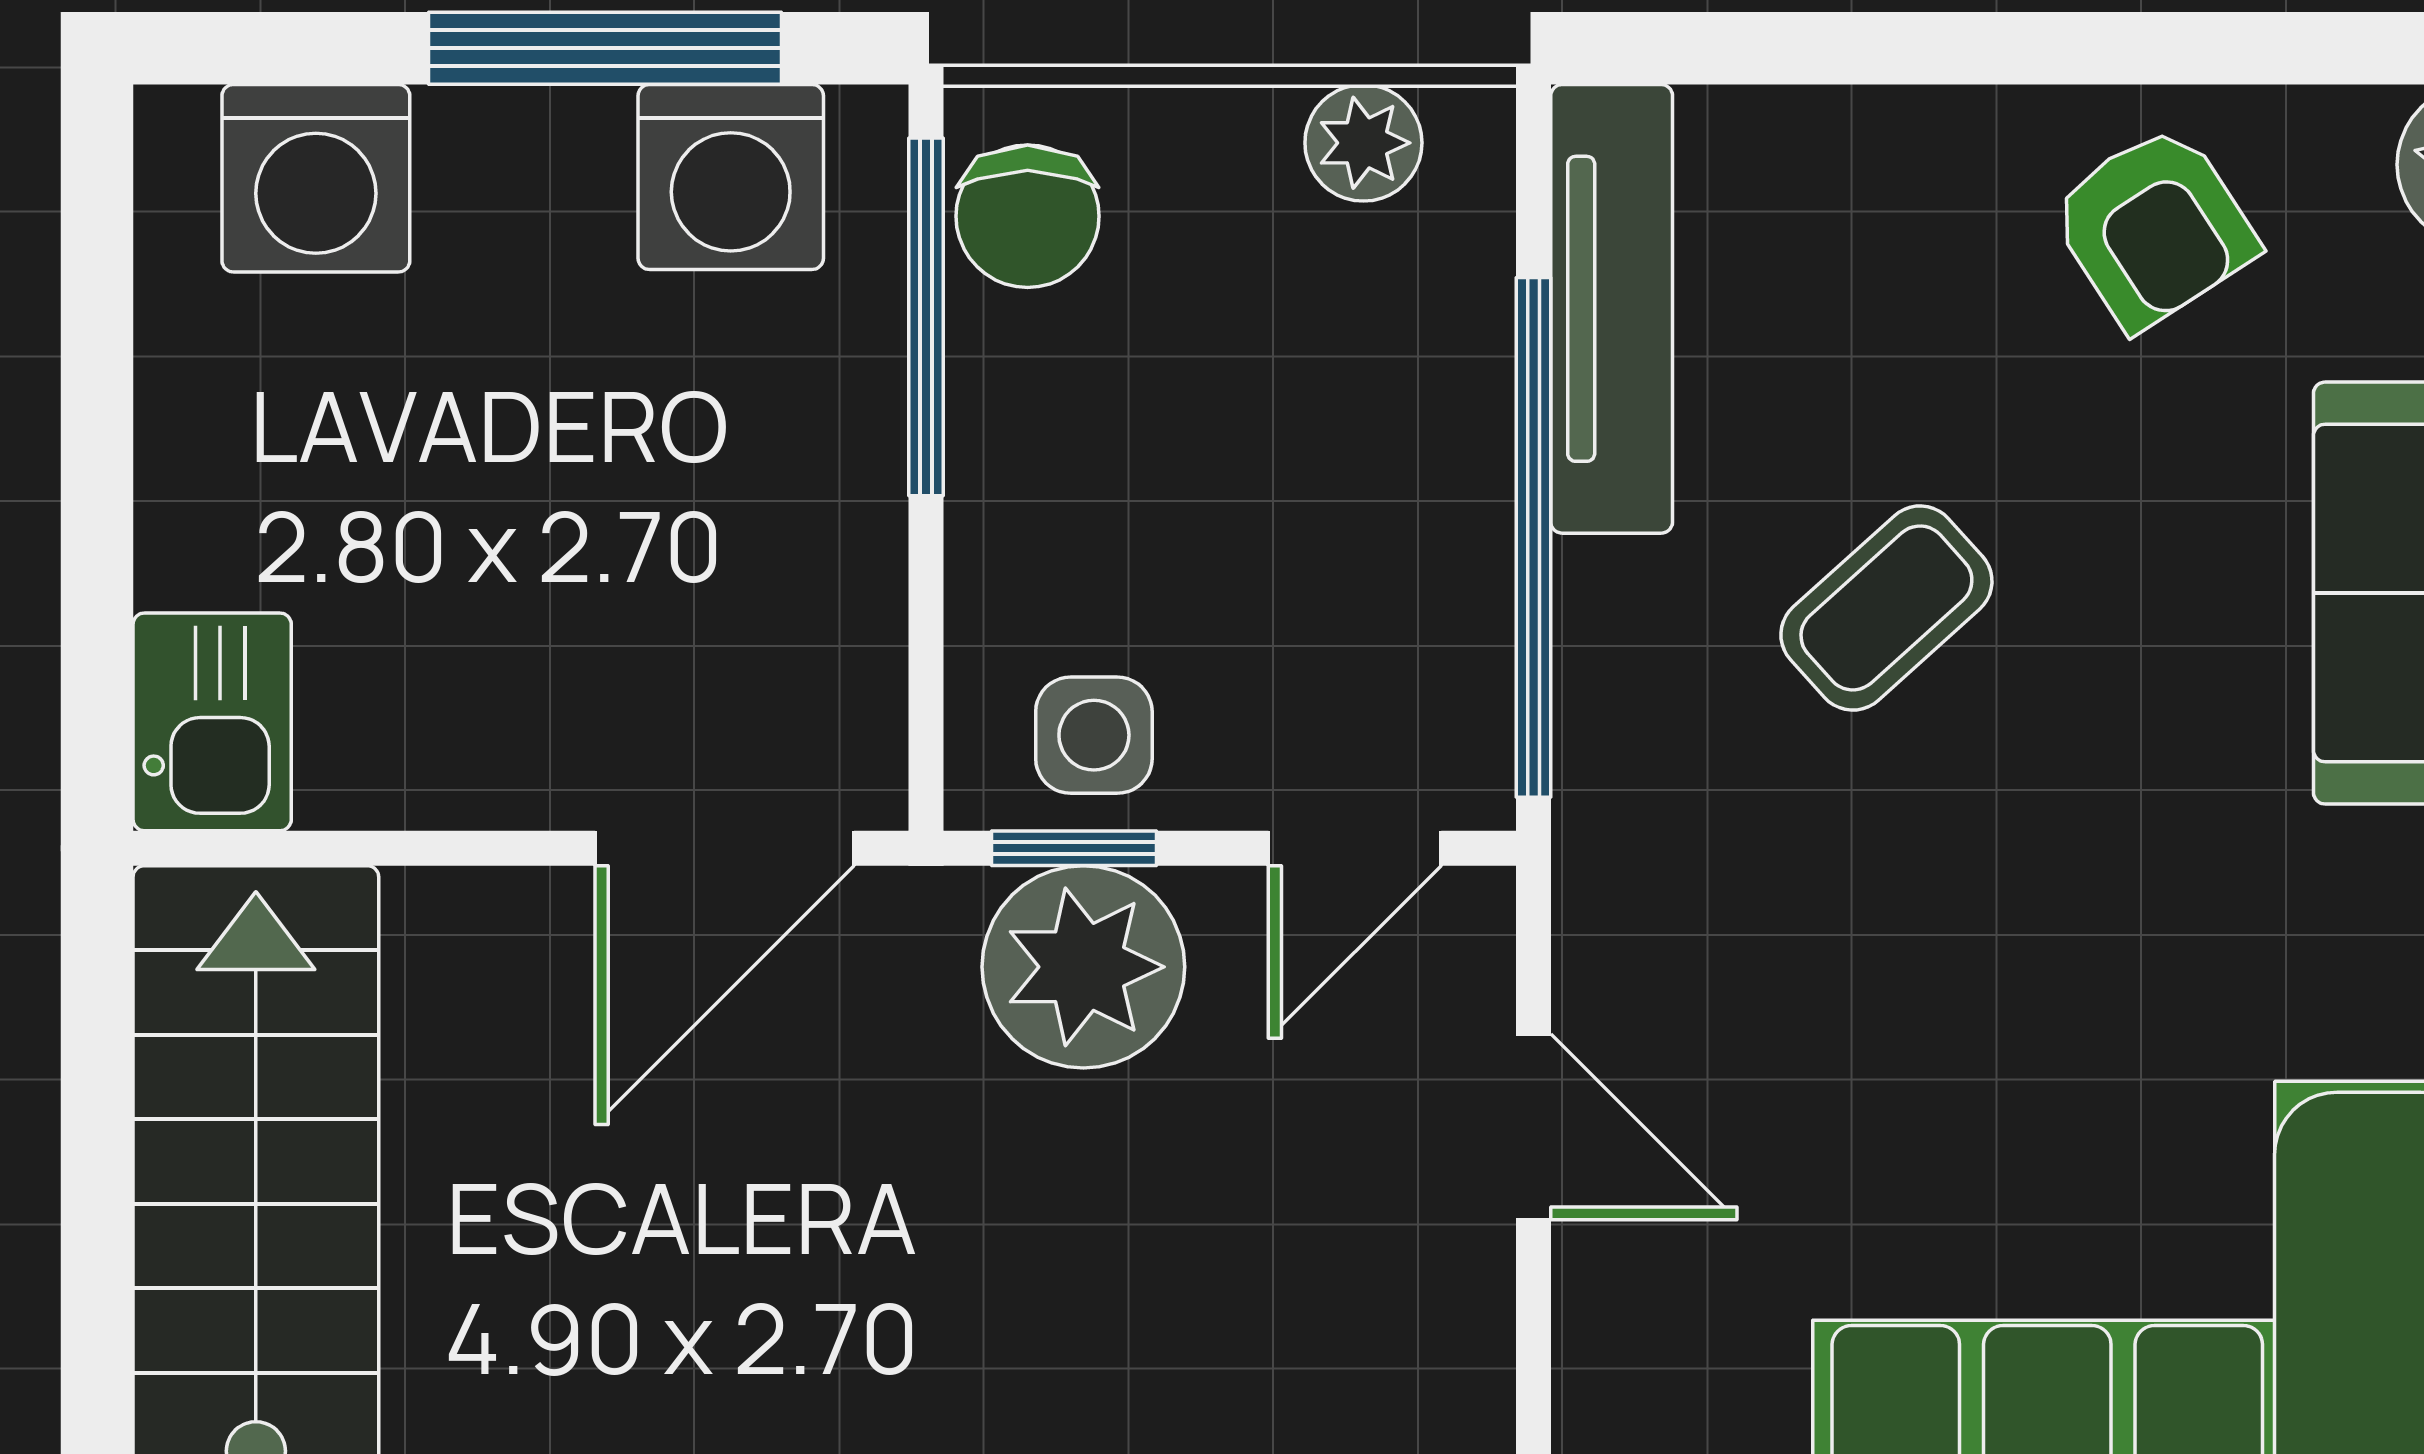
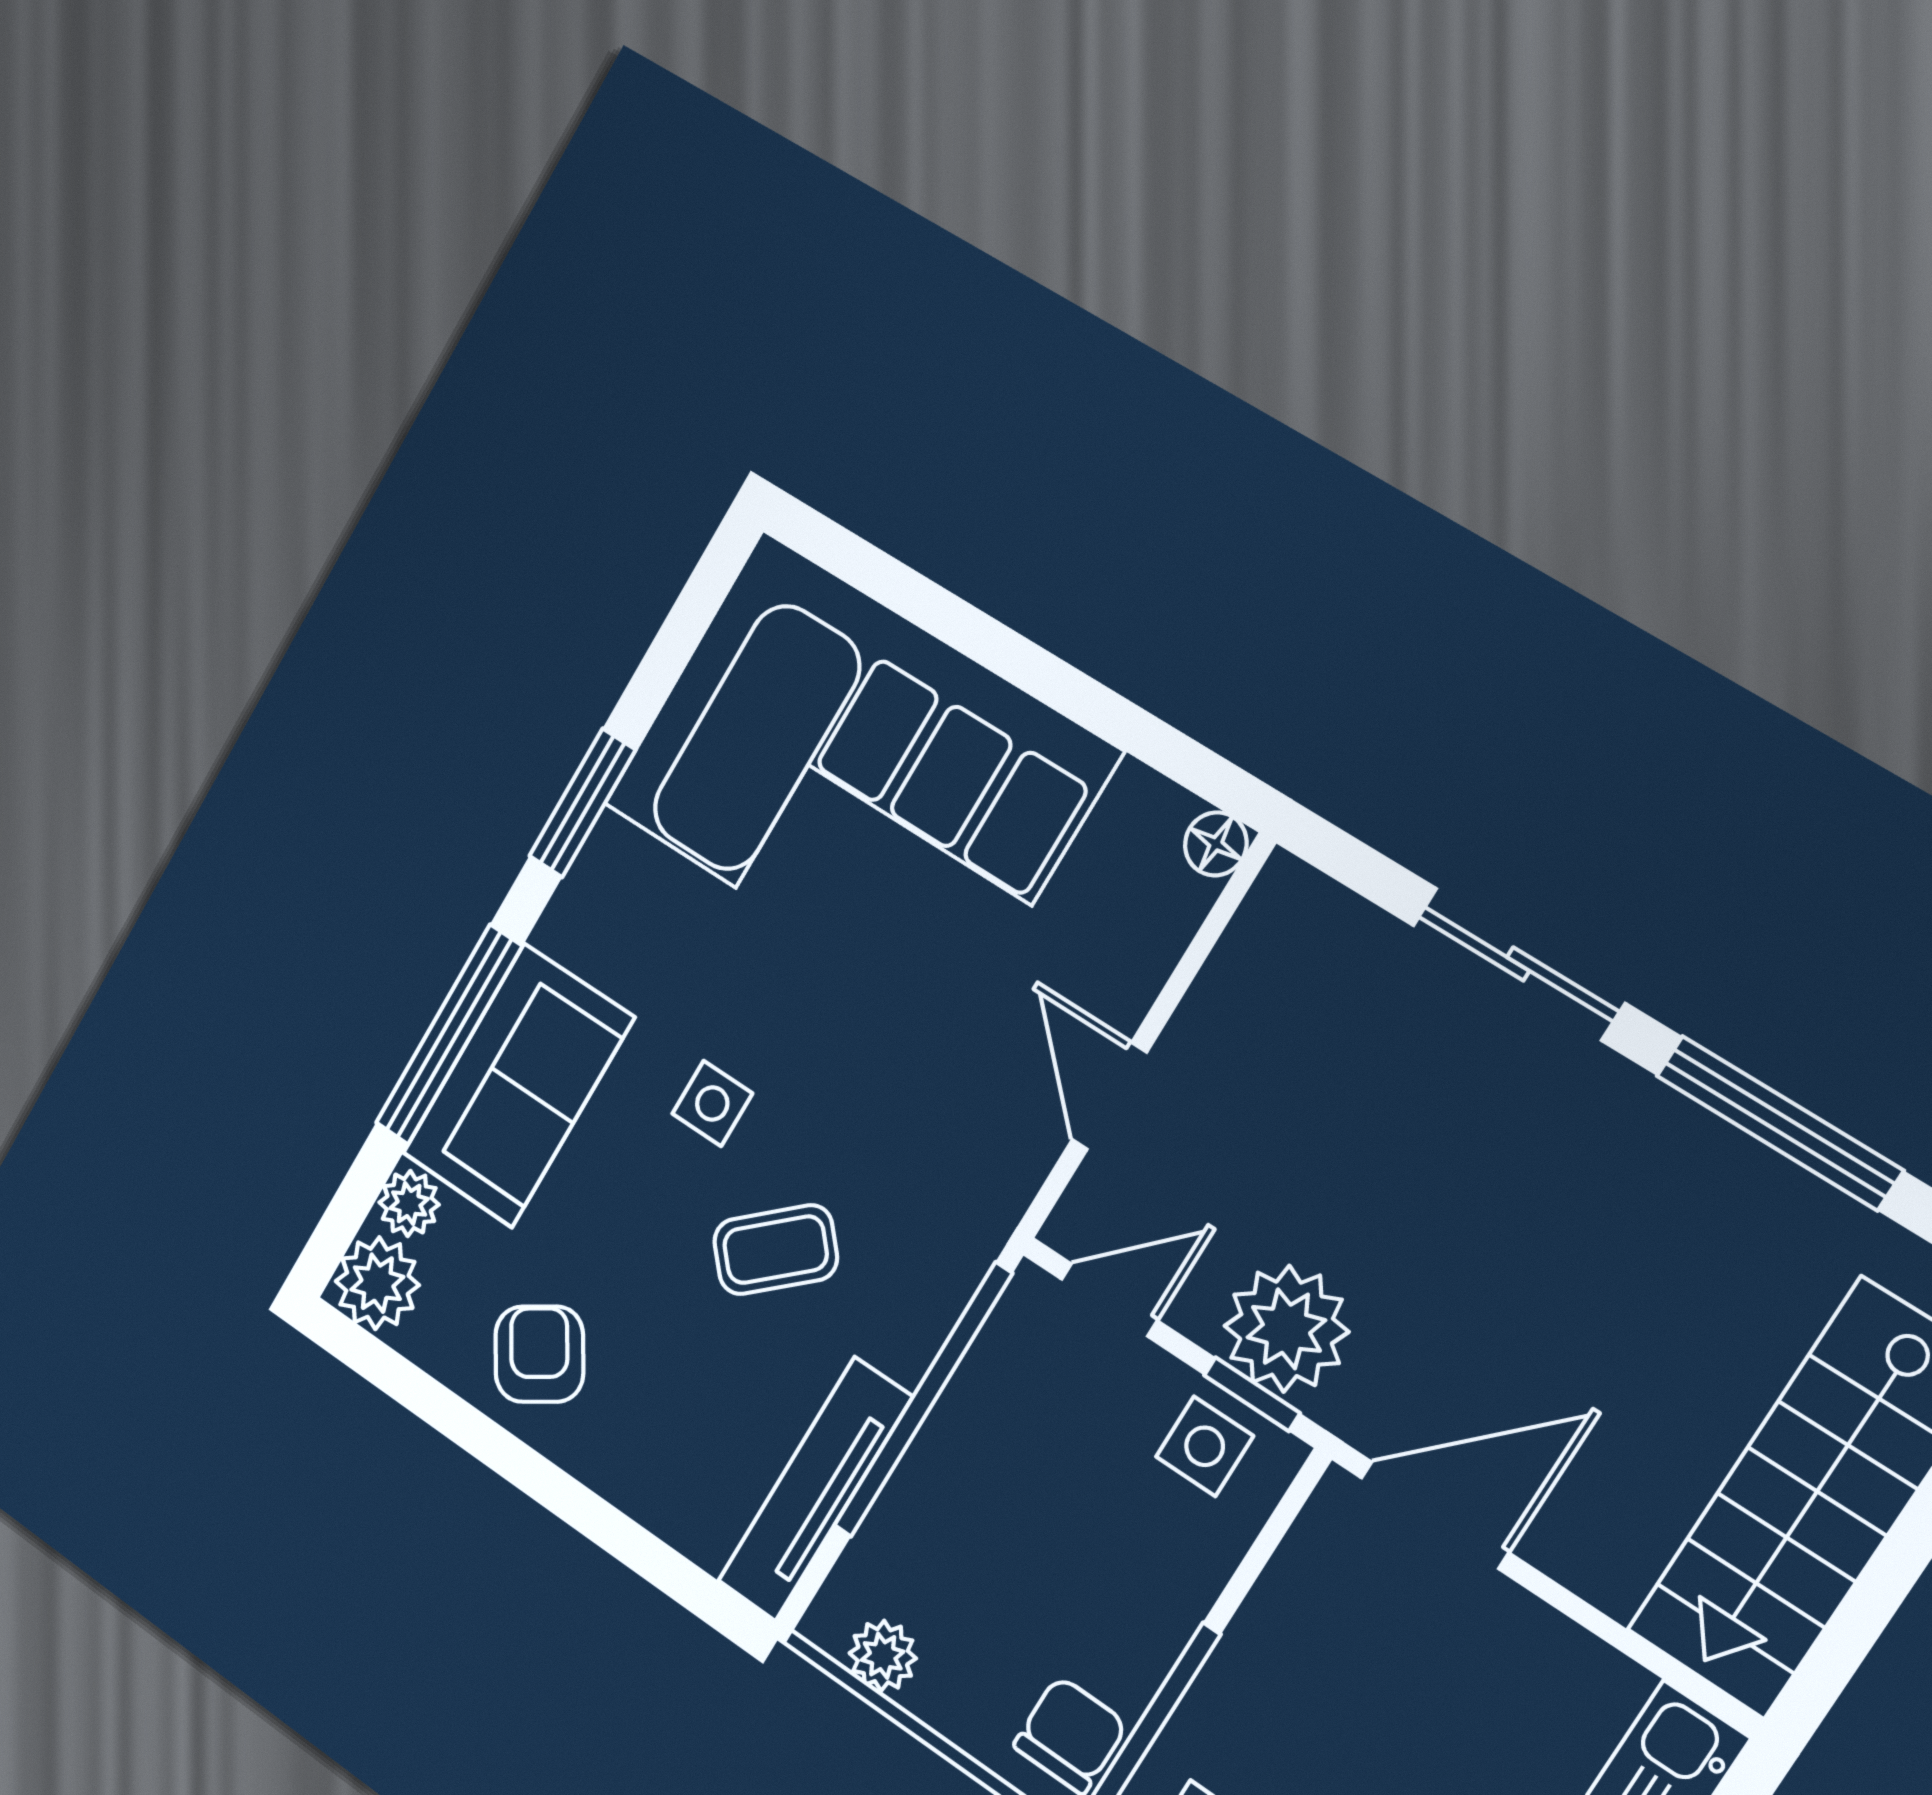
side table: (2115, 754) -> (712, 1103), added

